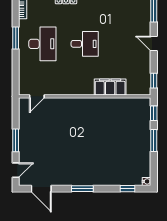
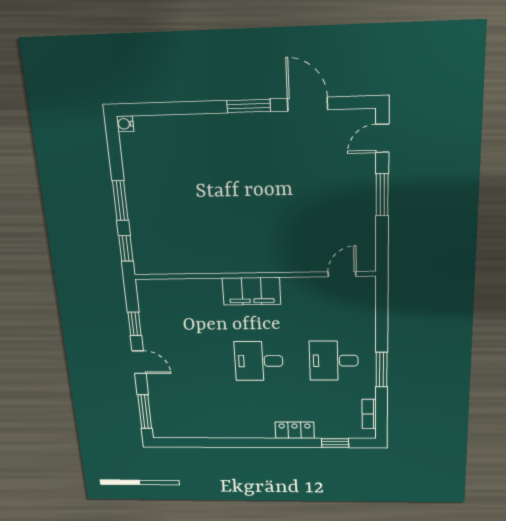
desk: (42, 44) -> (334, 361), width x0.73
window: (154, 81) -> (135, 324), moved
filing cabinet: (110, 87) -> (251, 291), moved
door: (41, 189) -> (308, 104), moved
window: (127, 189) -> (160, 109), removed

